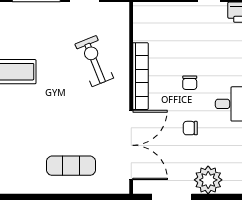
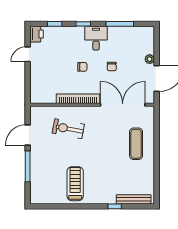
exercise bike: (94, 61) -> (68, 129), turned 33
plant: (208, 180) -> (150, 59), width x0.53, depth x0.53

